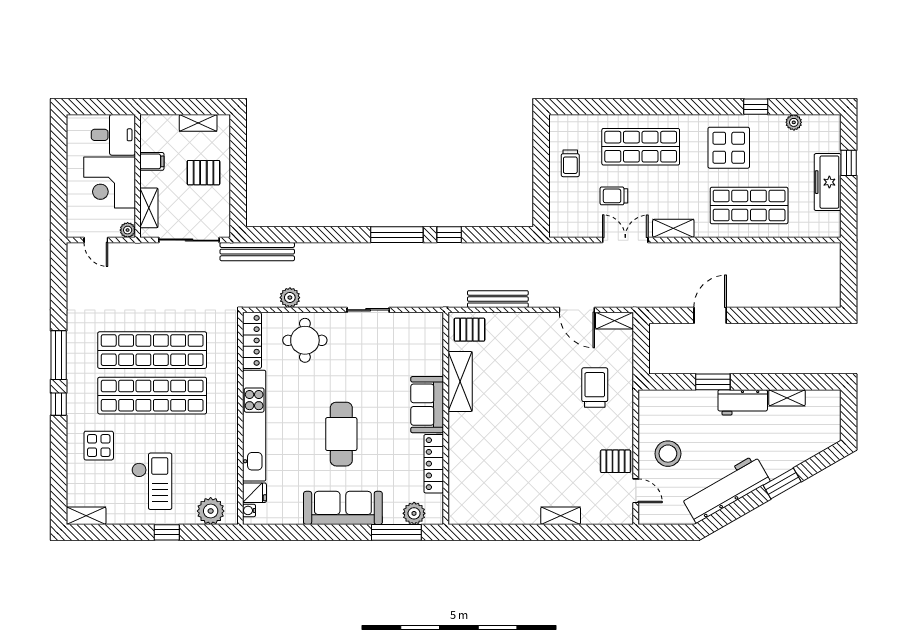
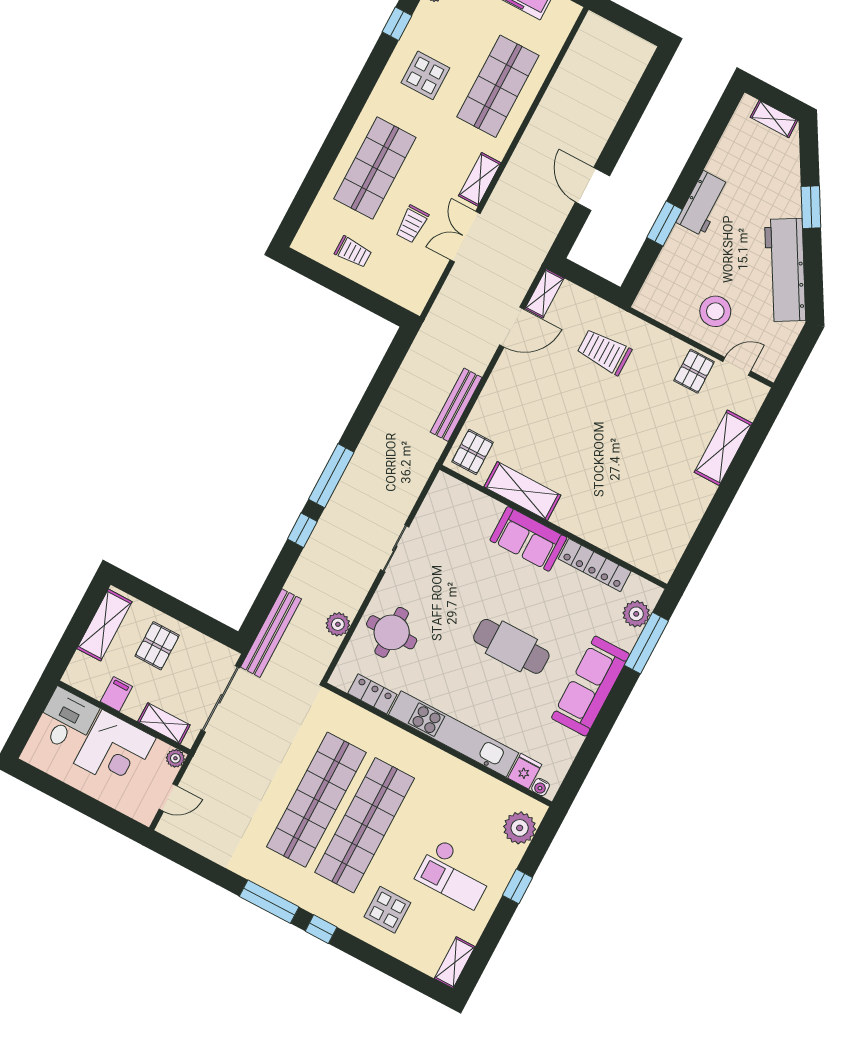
shelving: (198, 123) -> (104, 625), width x1.50, depth x1.33
display table: (729, 148) -> (425, 75), width x0.73, depth x0.73
window: (449, 235) -> (302, 530), moved
locker: (252, 340) -> (372, 694), width x0.66
shelving: (787, 398) -> (774, 119), moved, turned 90
checkout: (152, 481) -> (455, 874), turned 180
shelving: (561, 516) -> (723, 448), width x1.50, depth x1.33

